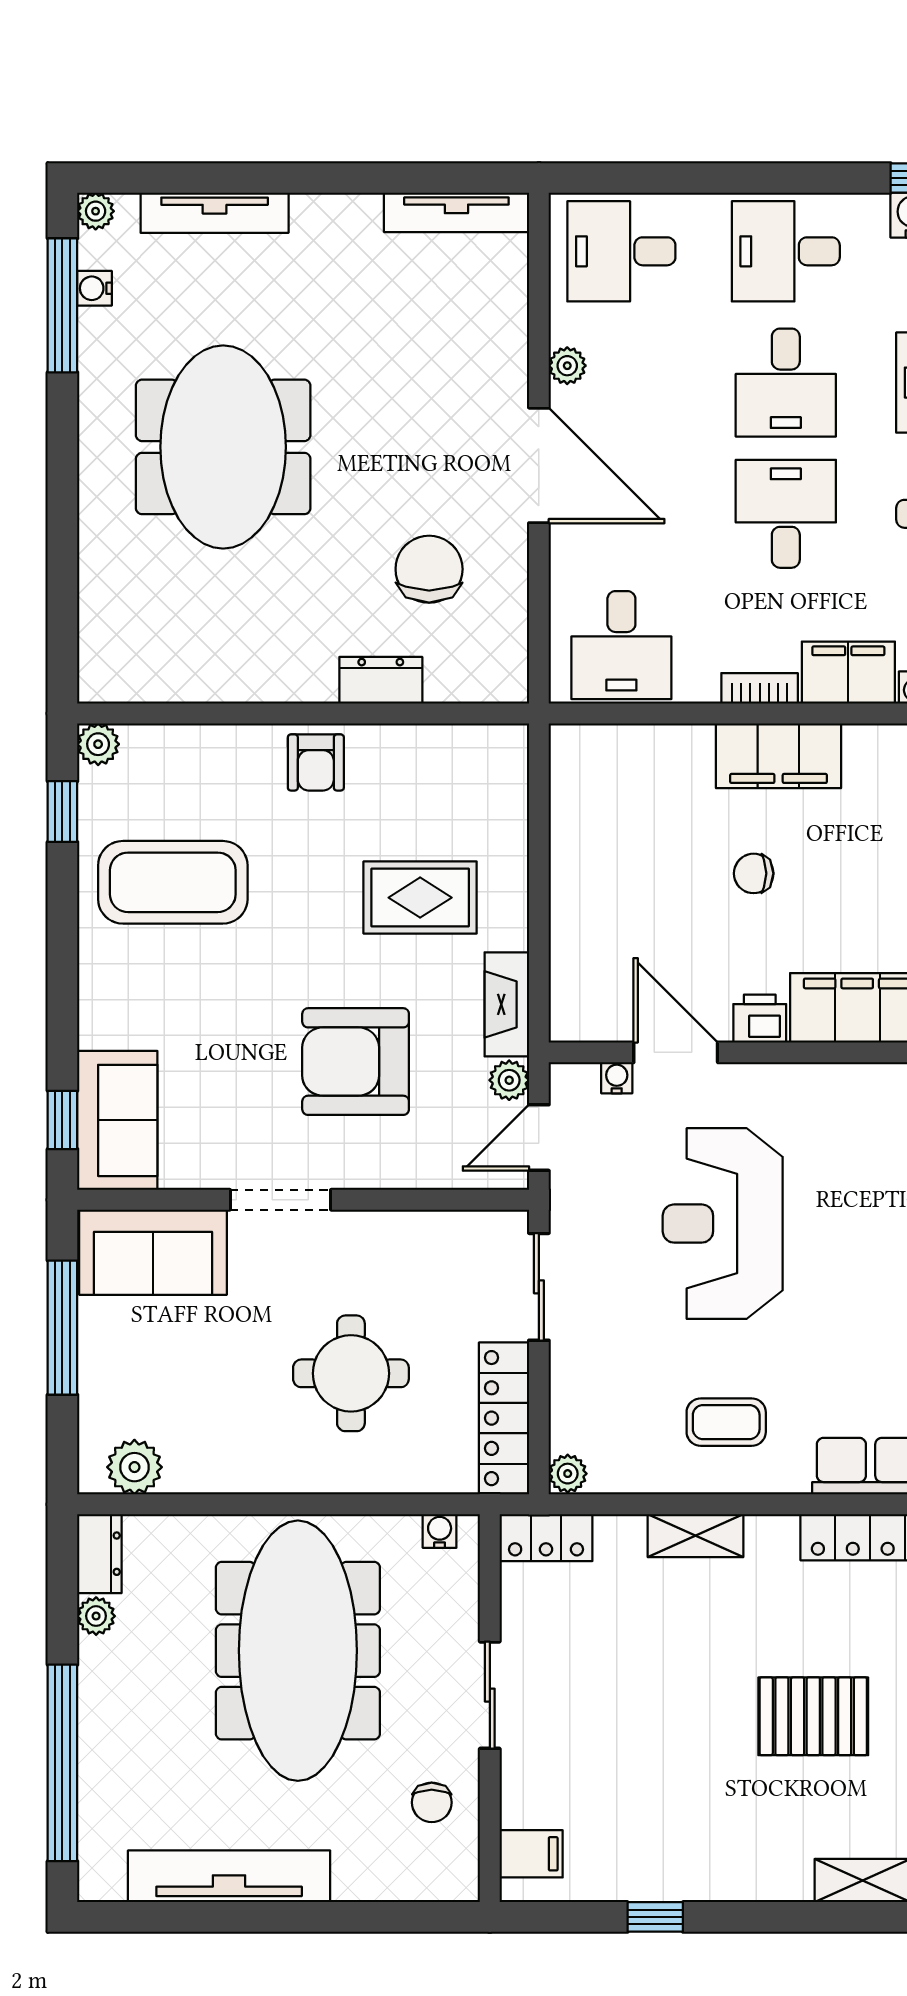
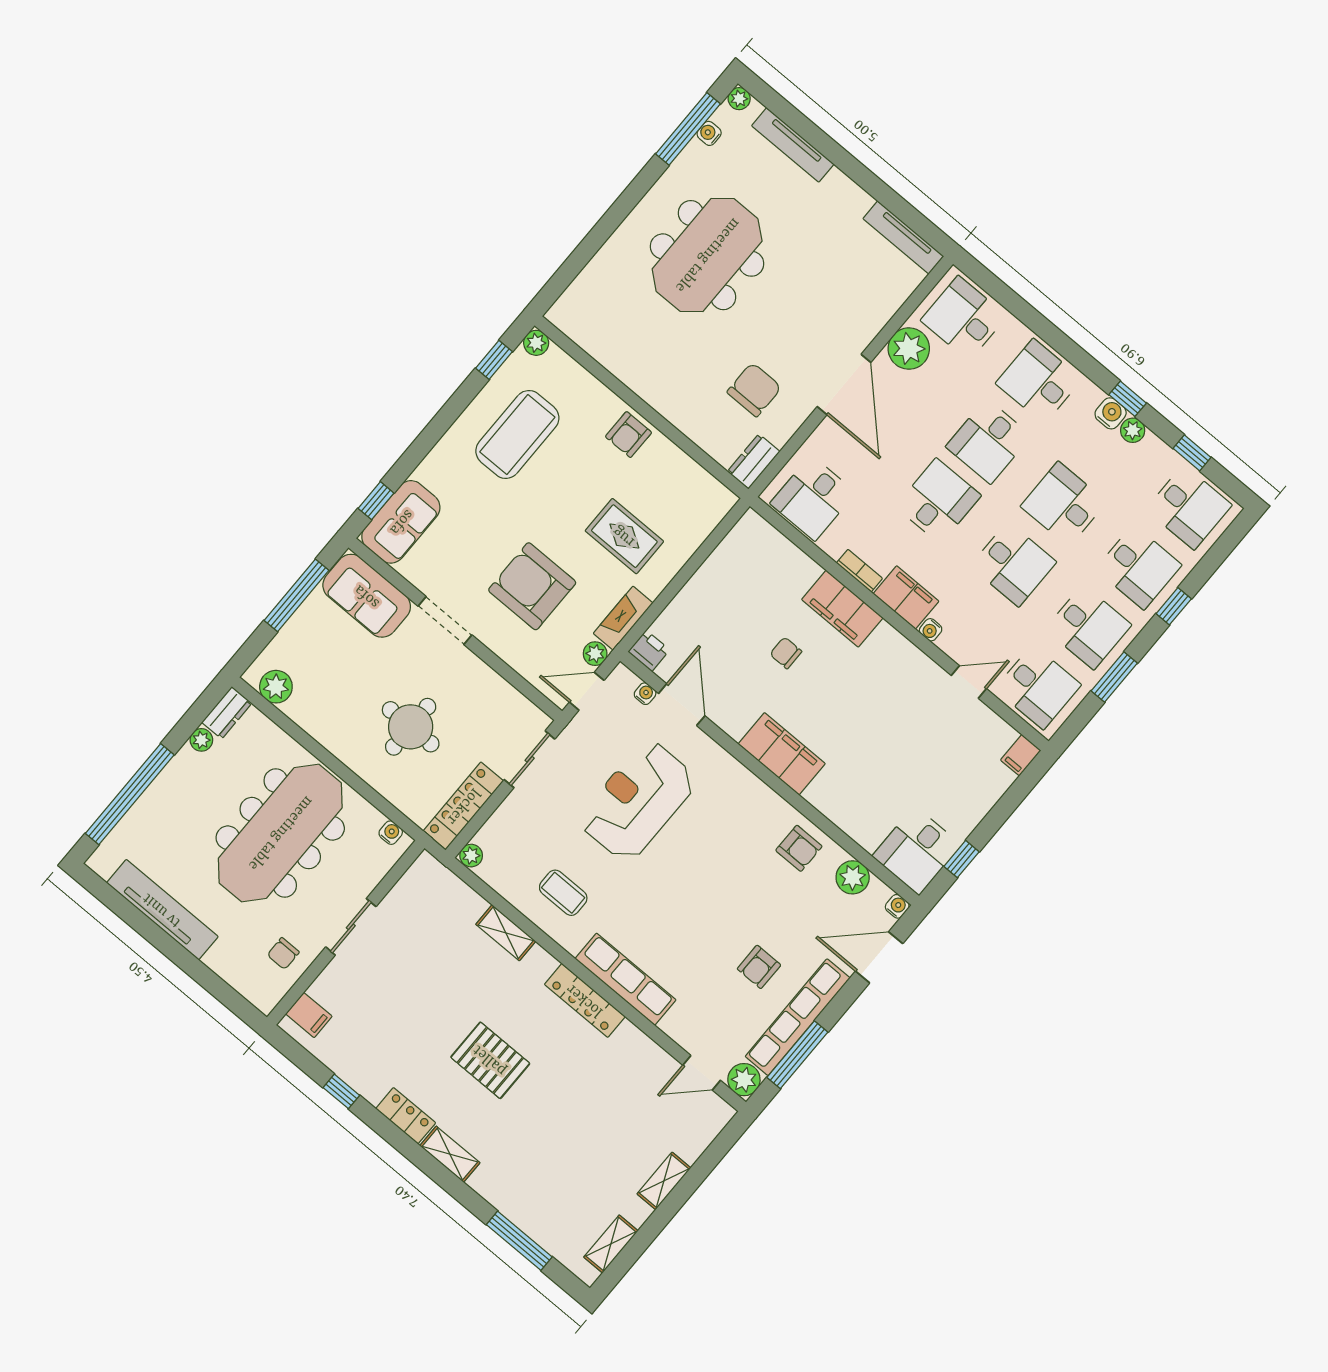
plant: (567, 366) -> (909, 349), width x1.87, depth x1.87
dresser: (381, 680) -> (754, 461), moved, turned -90
coffee table: (173, 882) -> (517, 434), turned 90
printer: (760, 1019) -> (649, 651), moved
locker: (546, 1538) -> (406, 1116), moved, turned 180

